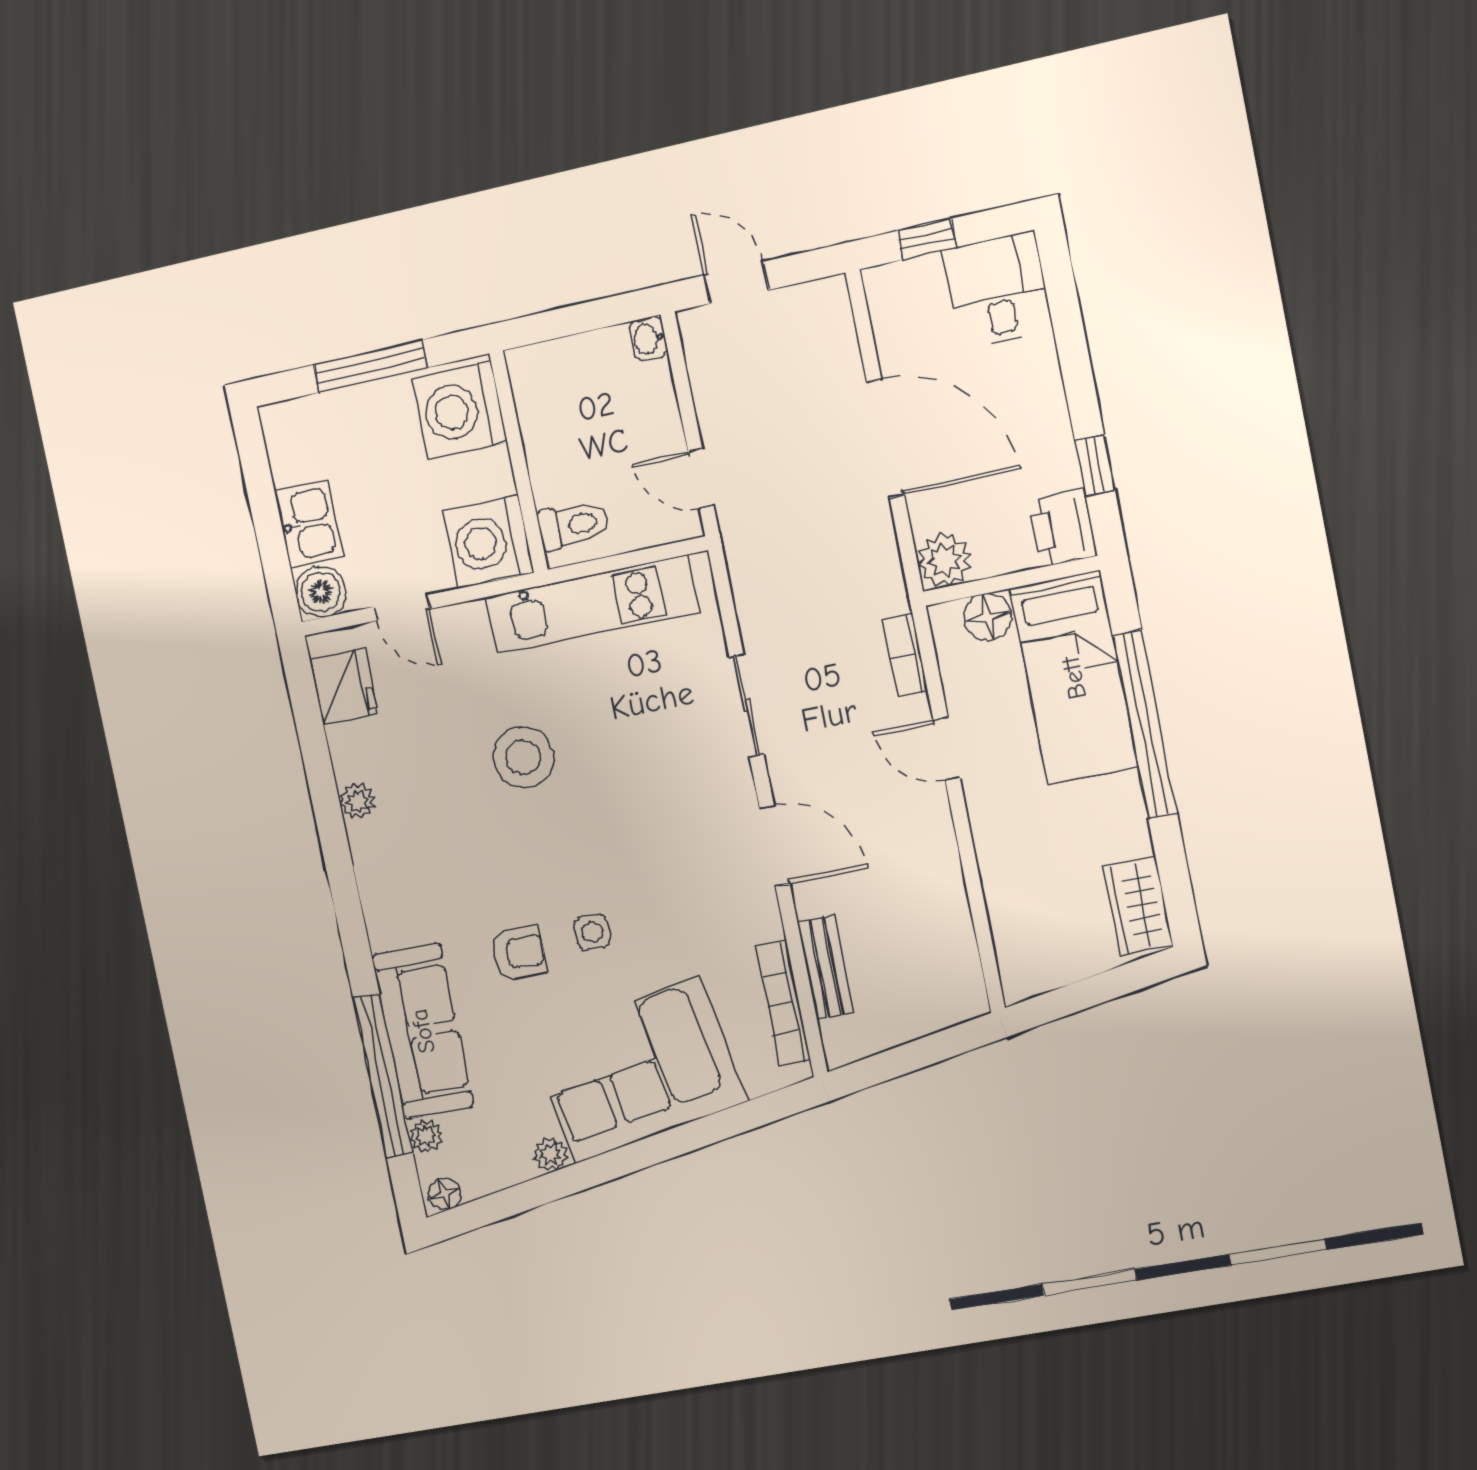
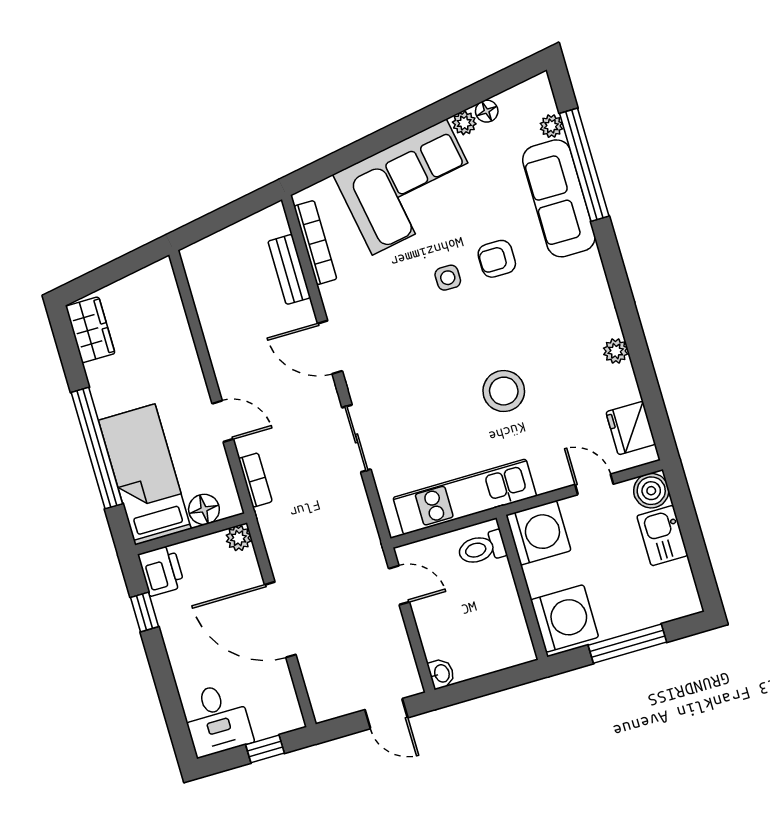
plant: (944, 560) -> (239, 538), width x0.73, depth x0.73
floor lamp: (445, 1194) -> (487, 111), moved

